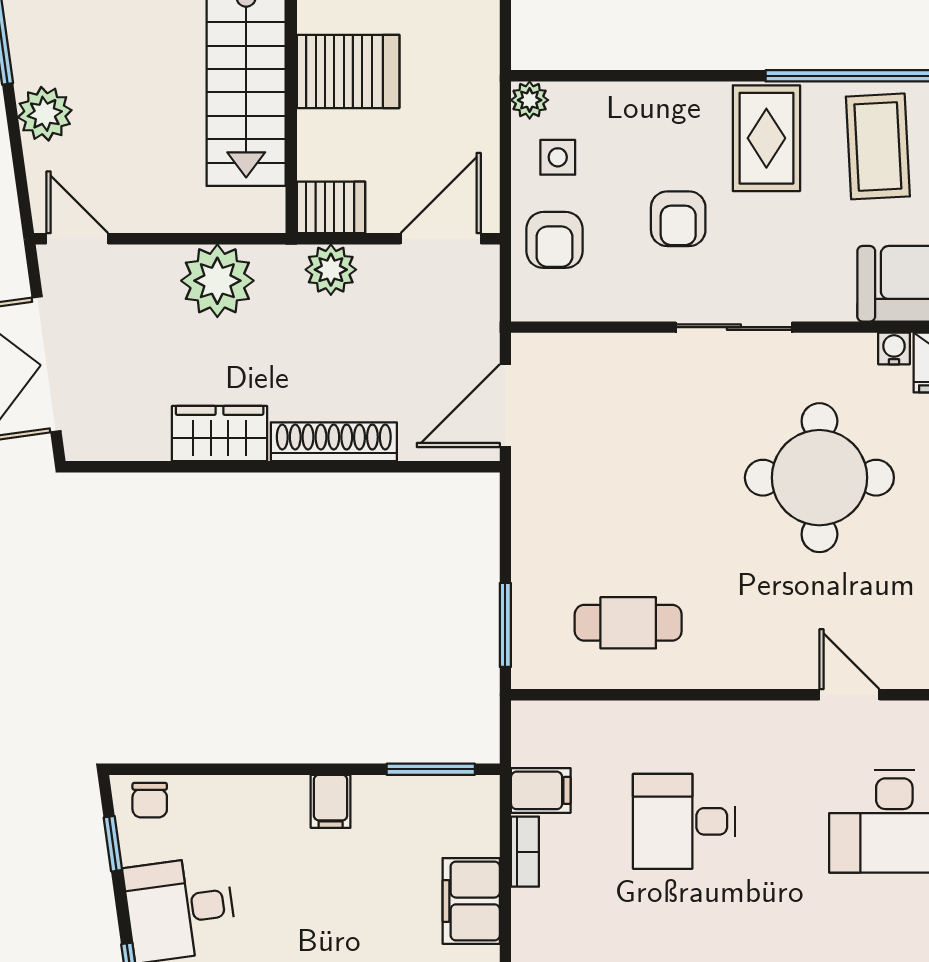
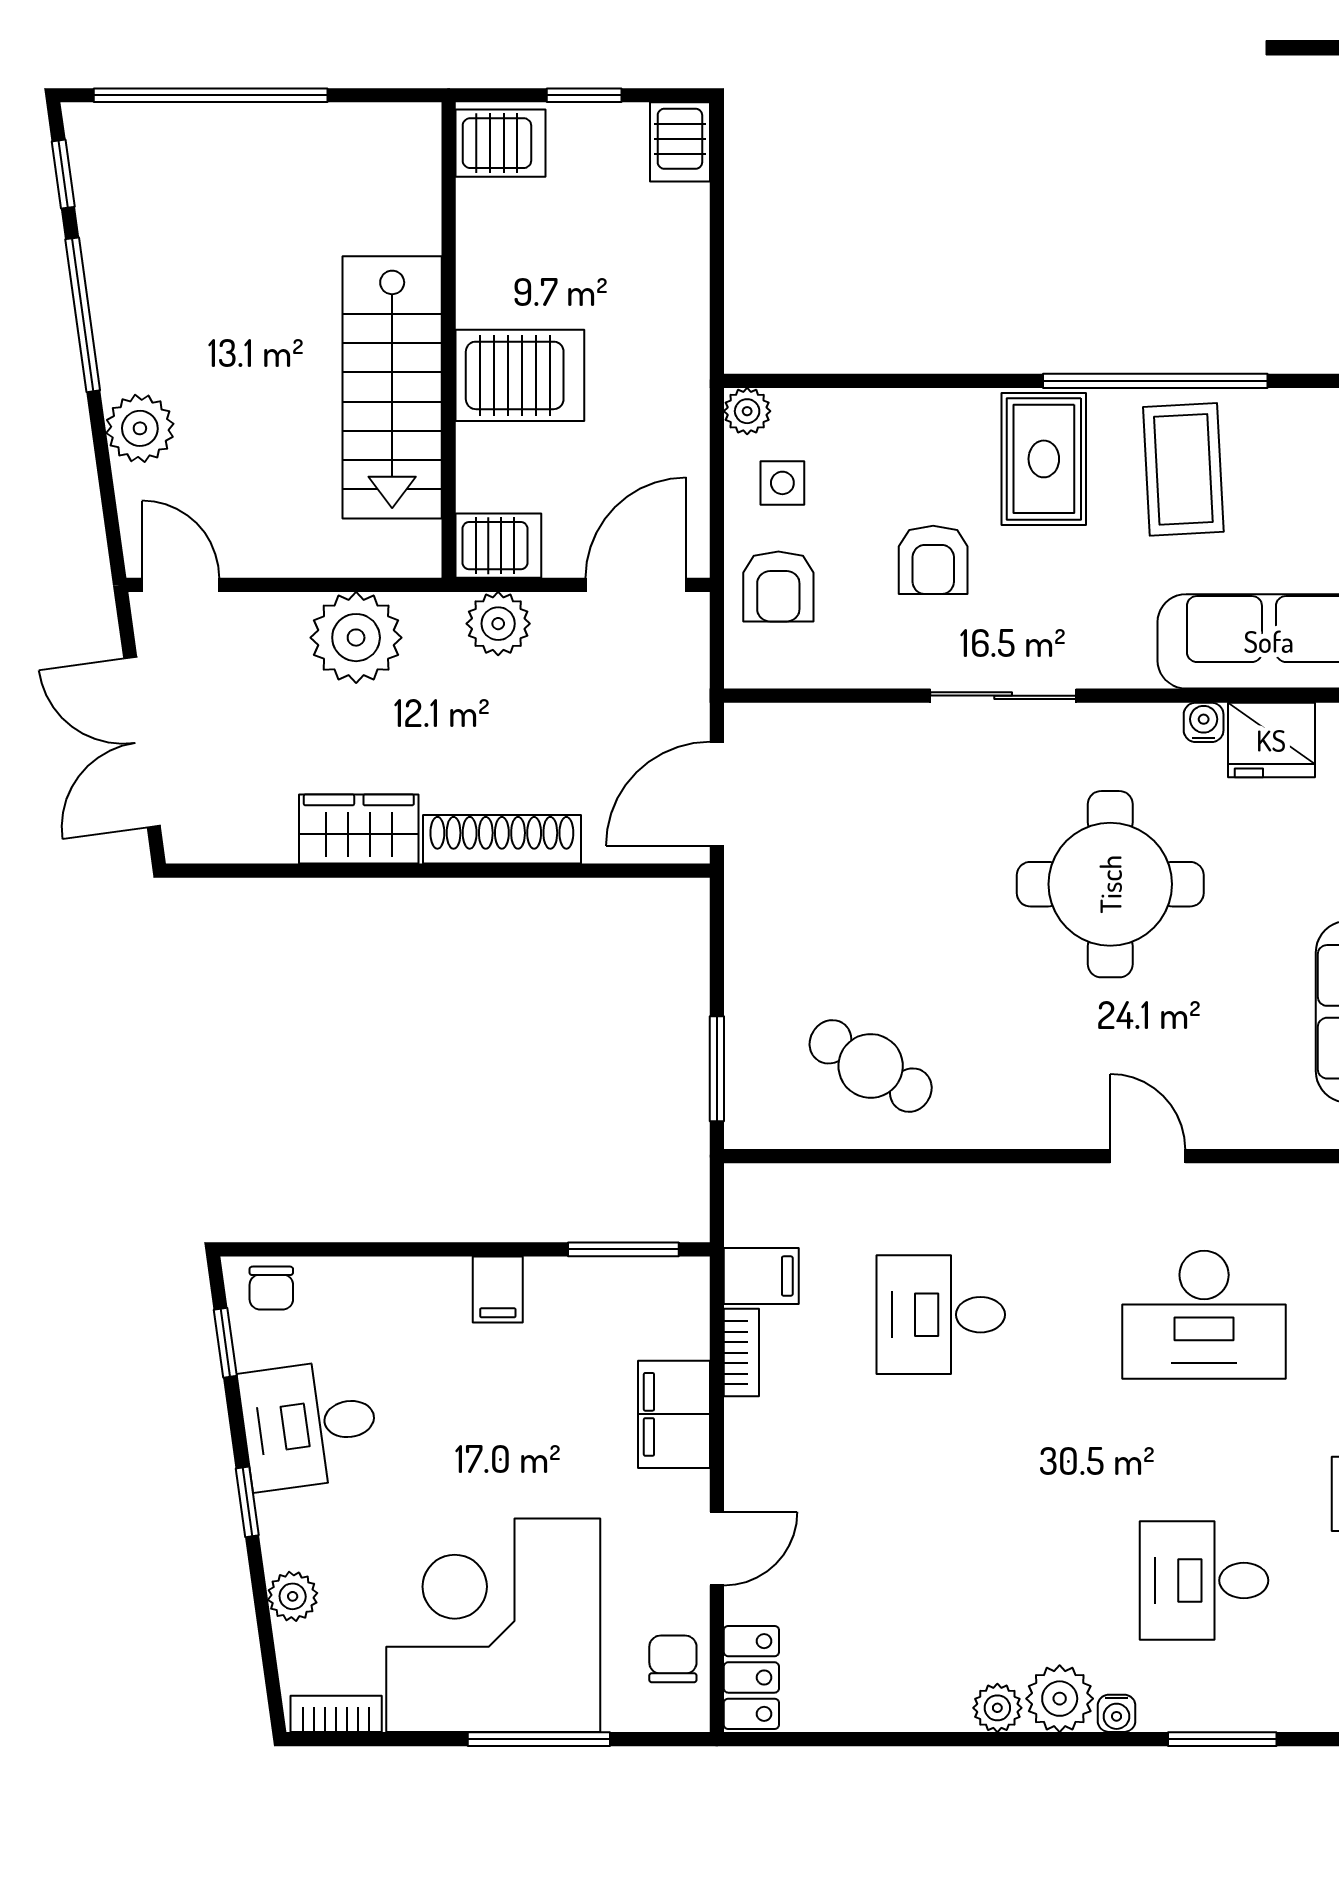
cafe table: (628, 623) -> (871, 1066), turned 31

